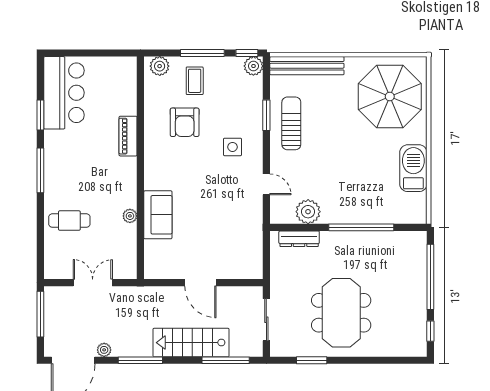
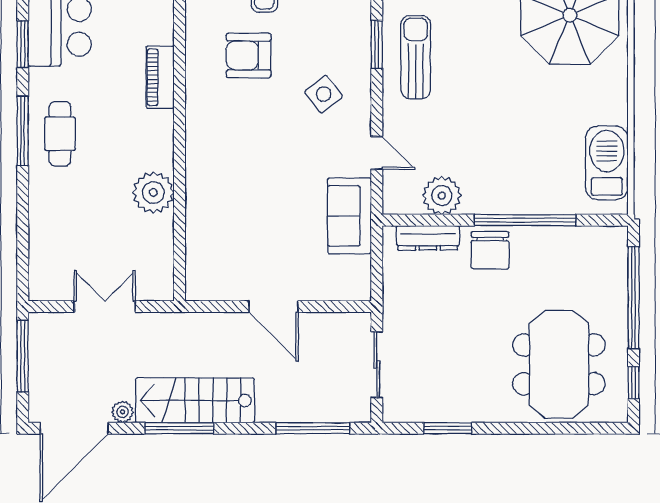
armchair: (185, 122) -> (249, 55), turned 90
side table: (232, 147) -> (324, 94), turned -38
barbecue: (413, 168) -> (607, 163), moved
sofa: (158, 215) -> (349, 216), moved, turned 180
plant: (130, 216) -> (153, 193), width x1.87, depth x1.87
cafe table: (69, 221) -> (60, 134), moved, turned 90
chair: (339, 247) -> (490, 250), added
meeting table: (341, 313) -> (559, 364), moved
stairs: (191, 343) -> (195, 400), moved

